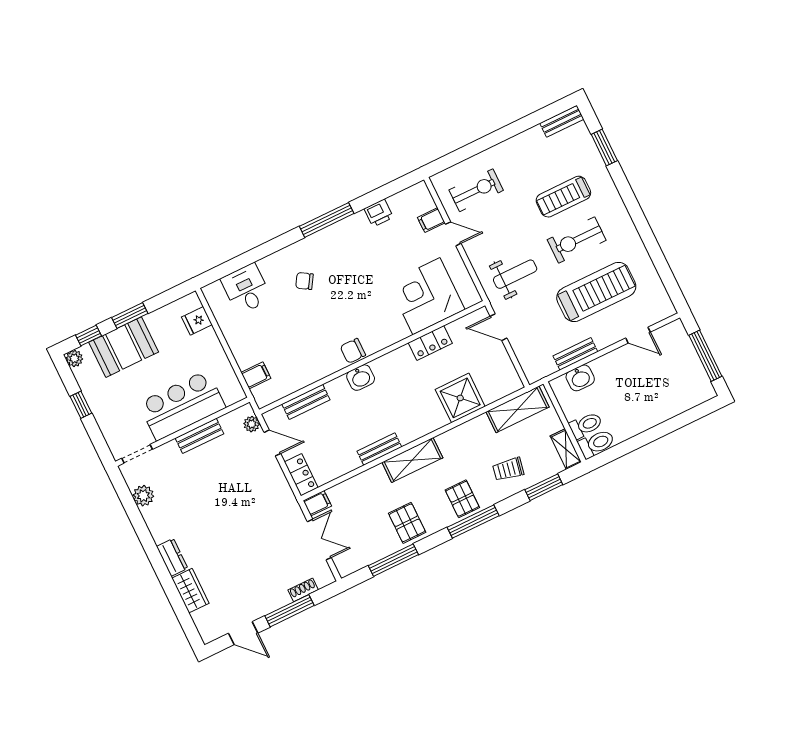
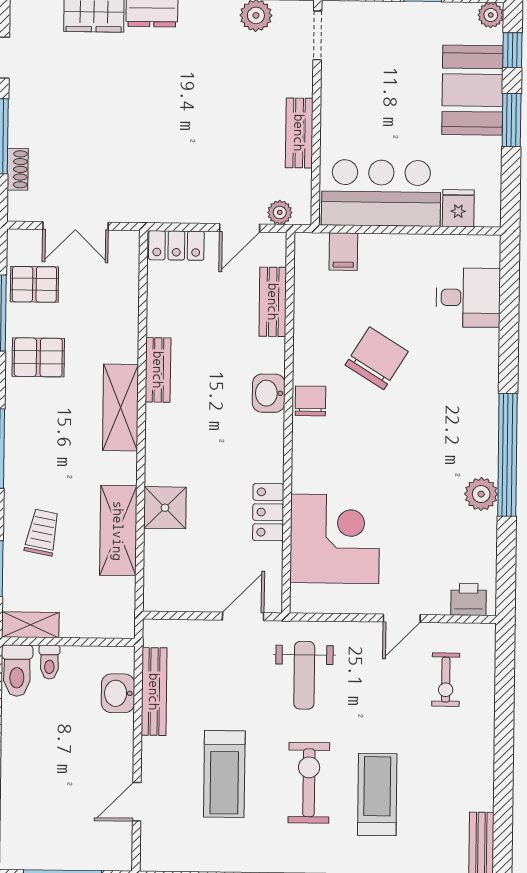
exercise bike: (476, 190) -> (446, 680), width x0.73, depth x0.72
printer: (379, 213) -> (469, 600), moved, turned 90
window: (327, 220) -> (507, 455), width x1.46
filing cabinet: (431, 220) -> (436, 598), removed
plant: (357, 224) -> (481, 494), added
chair: (304, 281) -> (377, 358), moved, width x1.87, depth x1.87
treadmill: (596, 292) -> (224, 774), width x0.73, depth x0.73
bench: (575, 354) -> (154, 692), width x1.36
shower: (460, 398) -> (165, 508), width x0.73, depth x0.73
bar counter: (182, 405) -> (381, 193), moved, turned -90
shelving: (517, 409) -> (118, 531), moved
toilet: (586, 425) -> (49, 662), width x0.73, depth x0.72
pallet: (462, 499) -> (34, 284), moved
filing cabinet: (317, 503) -> (126, 248), removed

